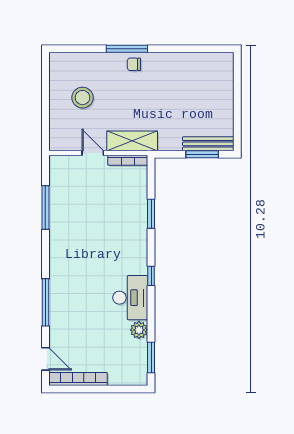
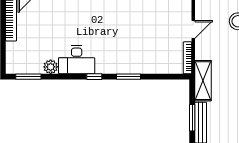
shelving: (132, 141) -> (203, 81), moved
window: (151, 214) -> (128, 77), moved

